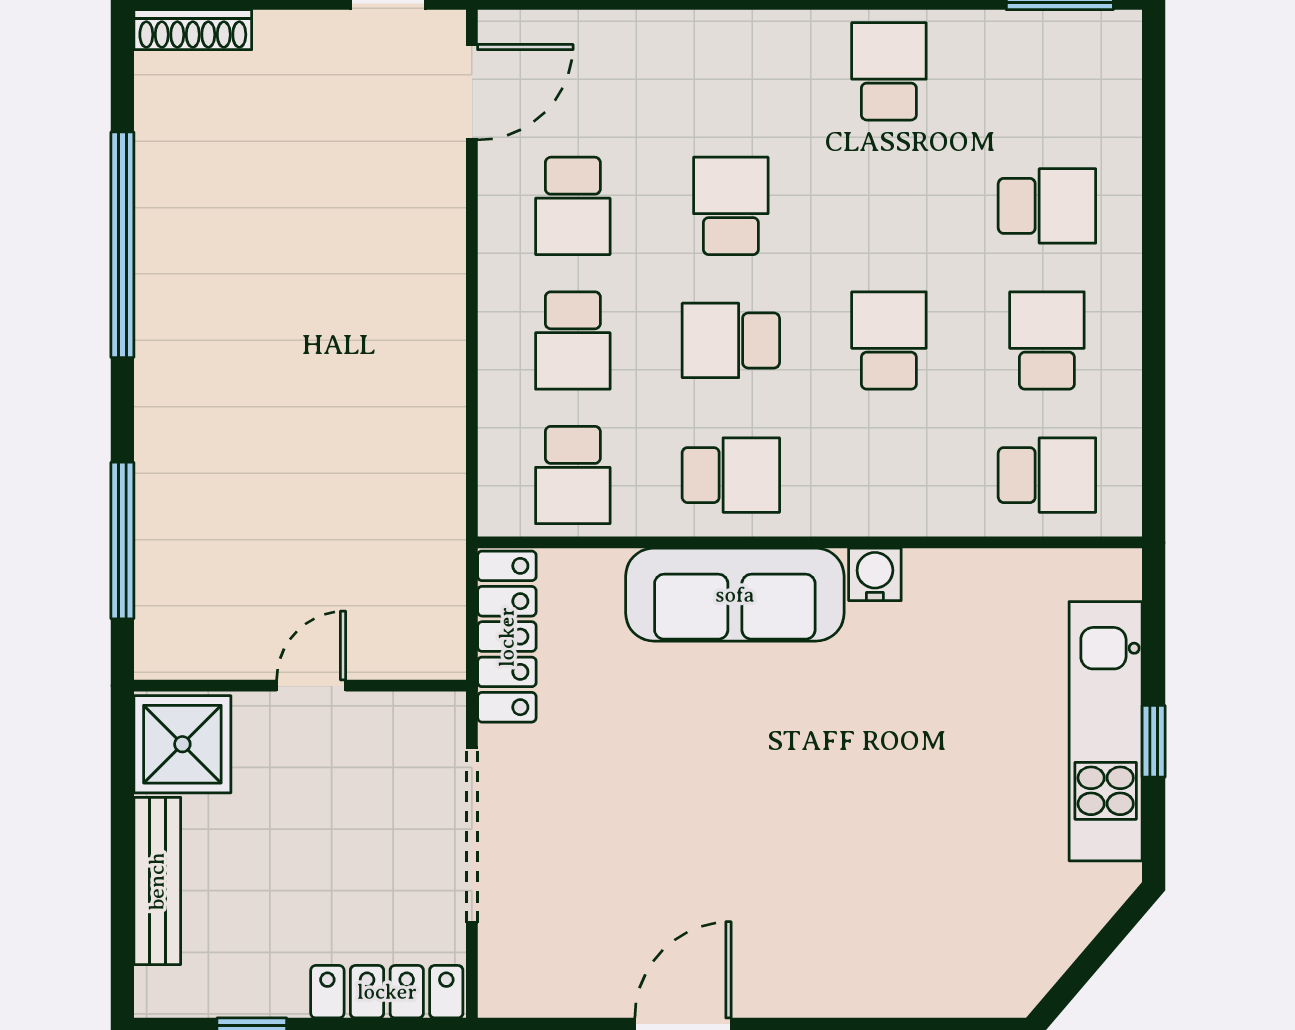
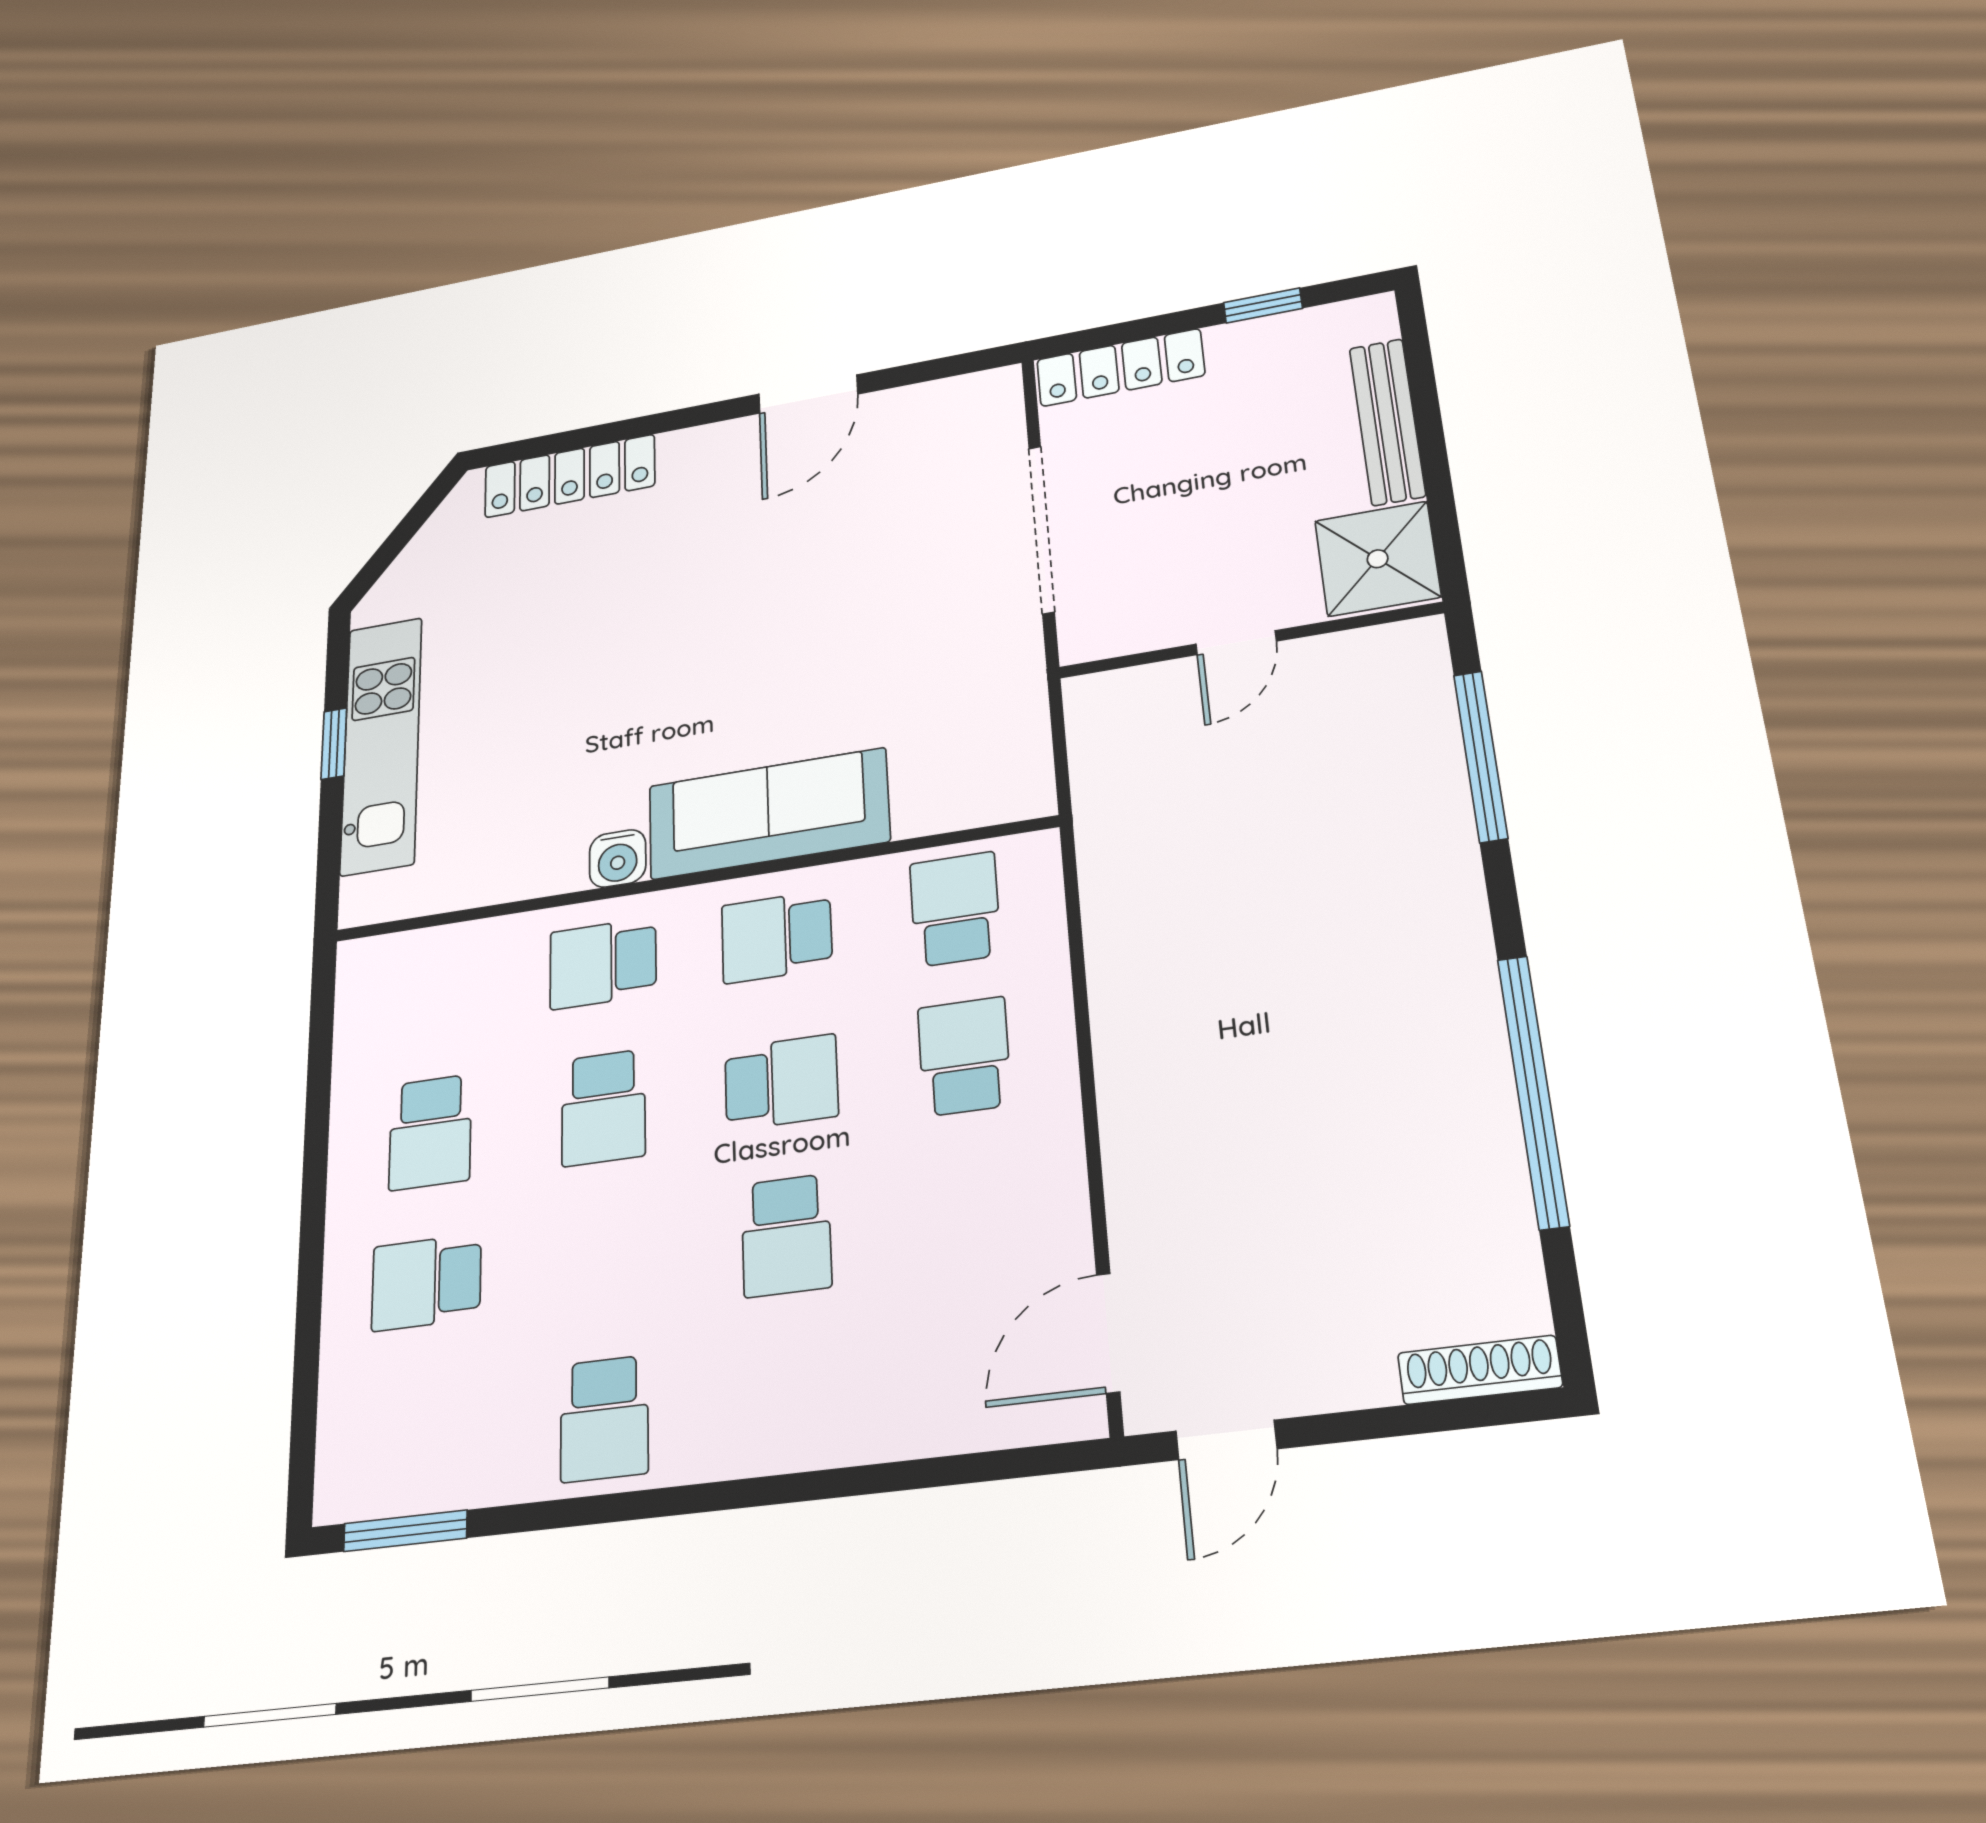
school desk: (573, 206) -> (974, 1211), removed
school desk: (1047, 475) -> (603, 963), moved
locker: (507, 637) -> (570, 476), moved, turned -90

